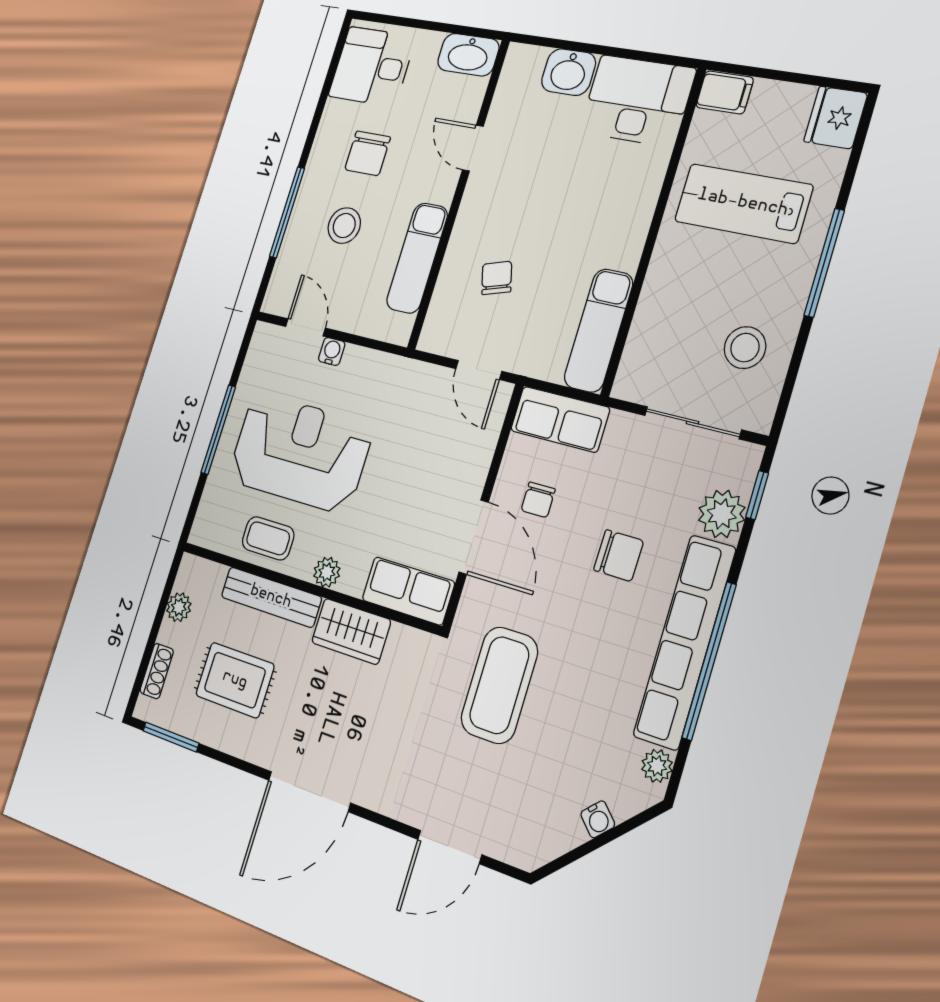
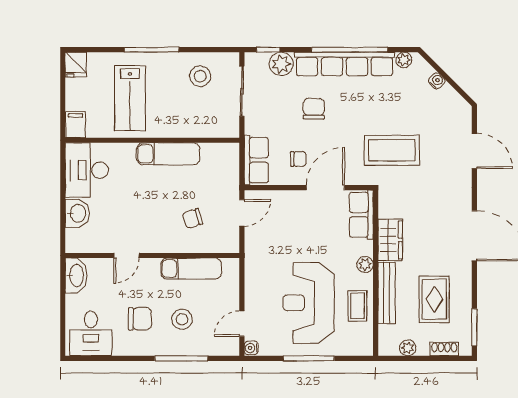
fridge: (836, 117) -> (76, 65), width x0.72
exam couch: (599, 330) -> (168, 154), moved
water cooler: (332, 351) -> (251, 348), moved

